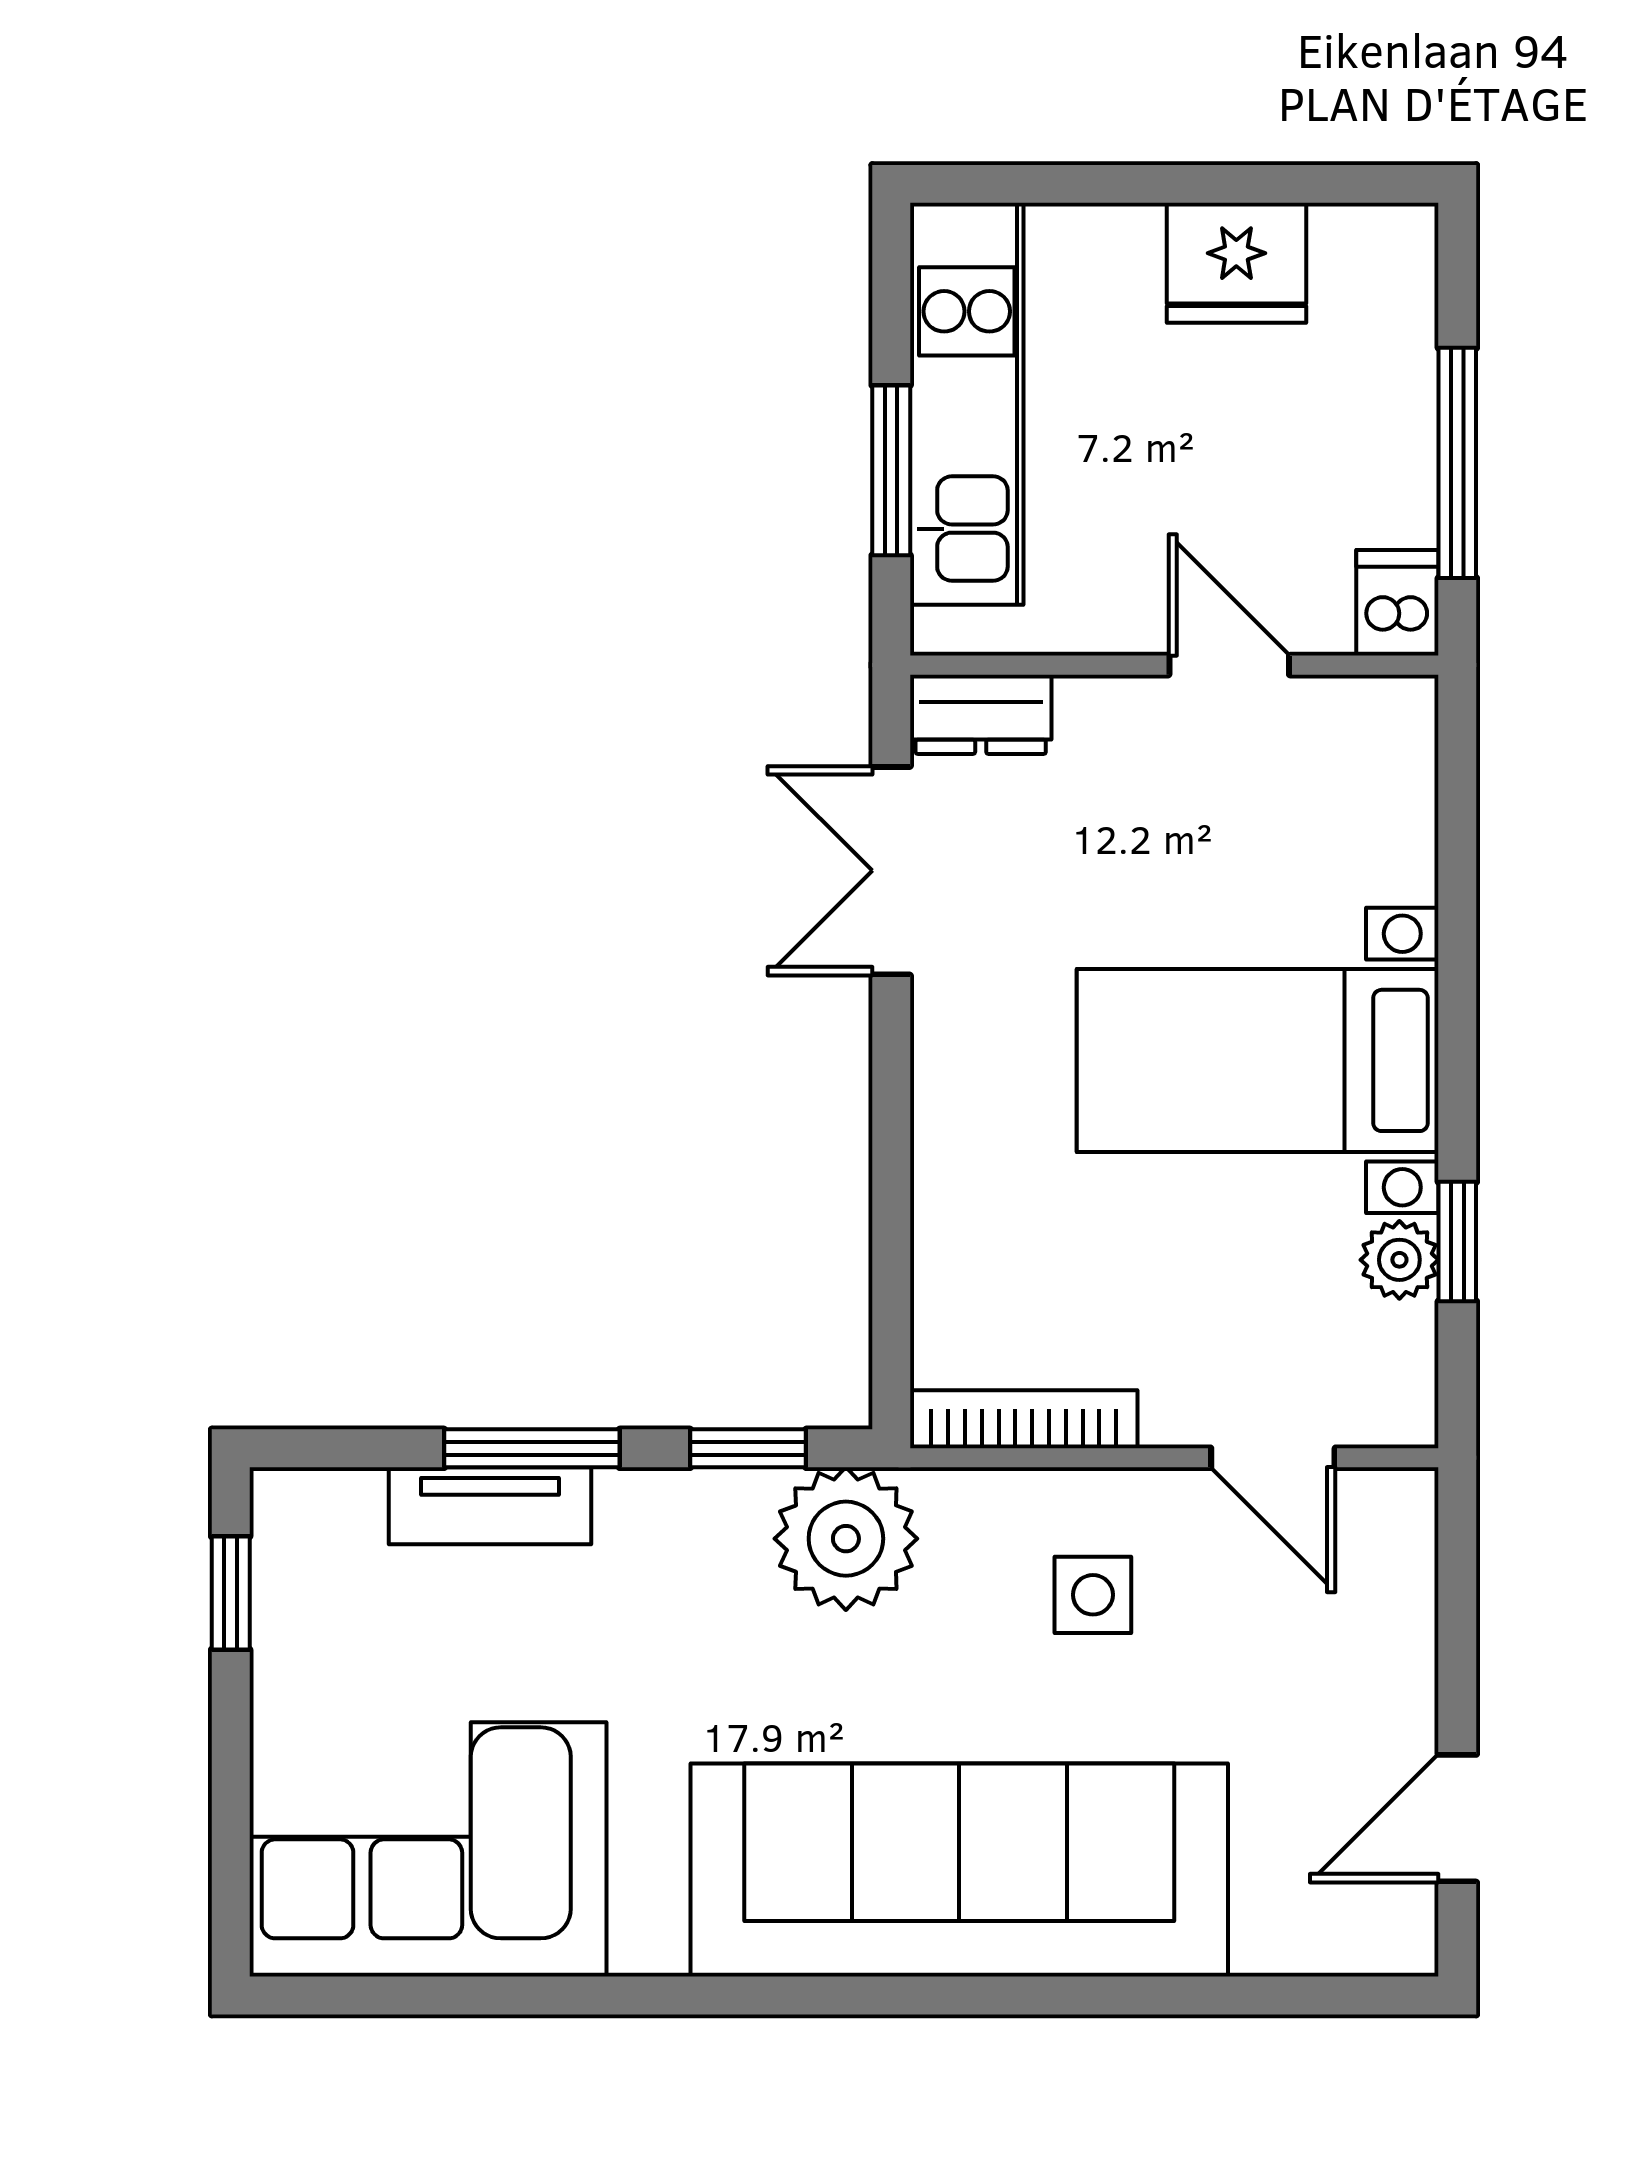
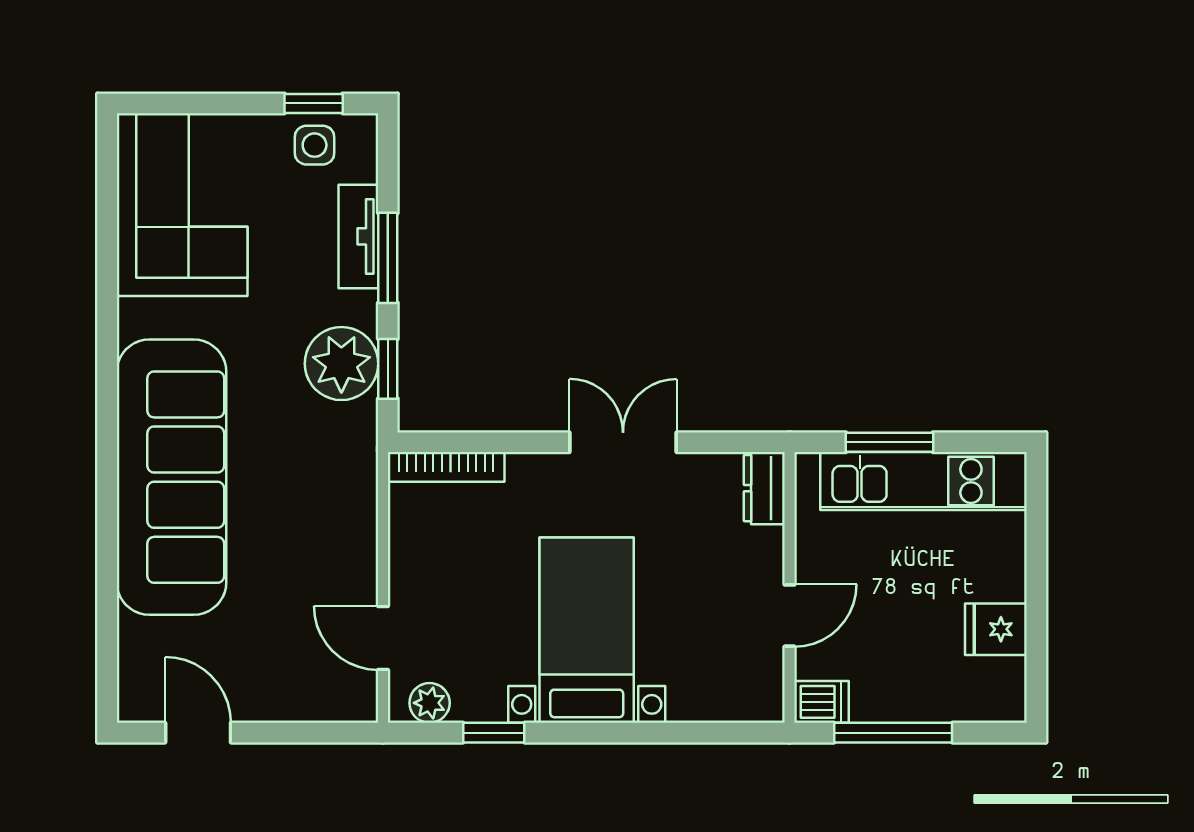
fridge: (1236, 263) -> (996, 629), width x0.72
double door: (891, 871) -> (623, 442), moved
plant: (1399, 1260) -> (430, 703), moved
bookcase: (1024, 1419) -> (446, 467), moved, turned 90
door: (1273, 1458) -> (383, 638), hinge flipped
plant: (846, 1539) -> (341, 364), moved
side table: (1093, 1595) -> (315, 145), moved

